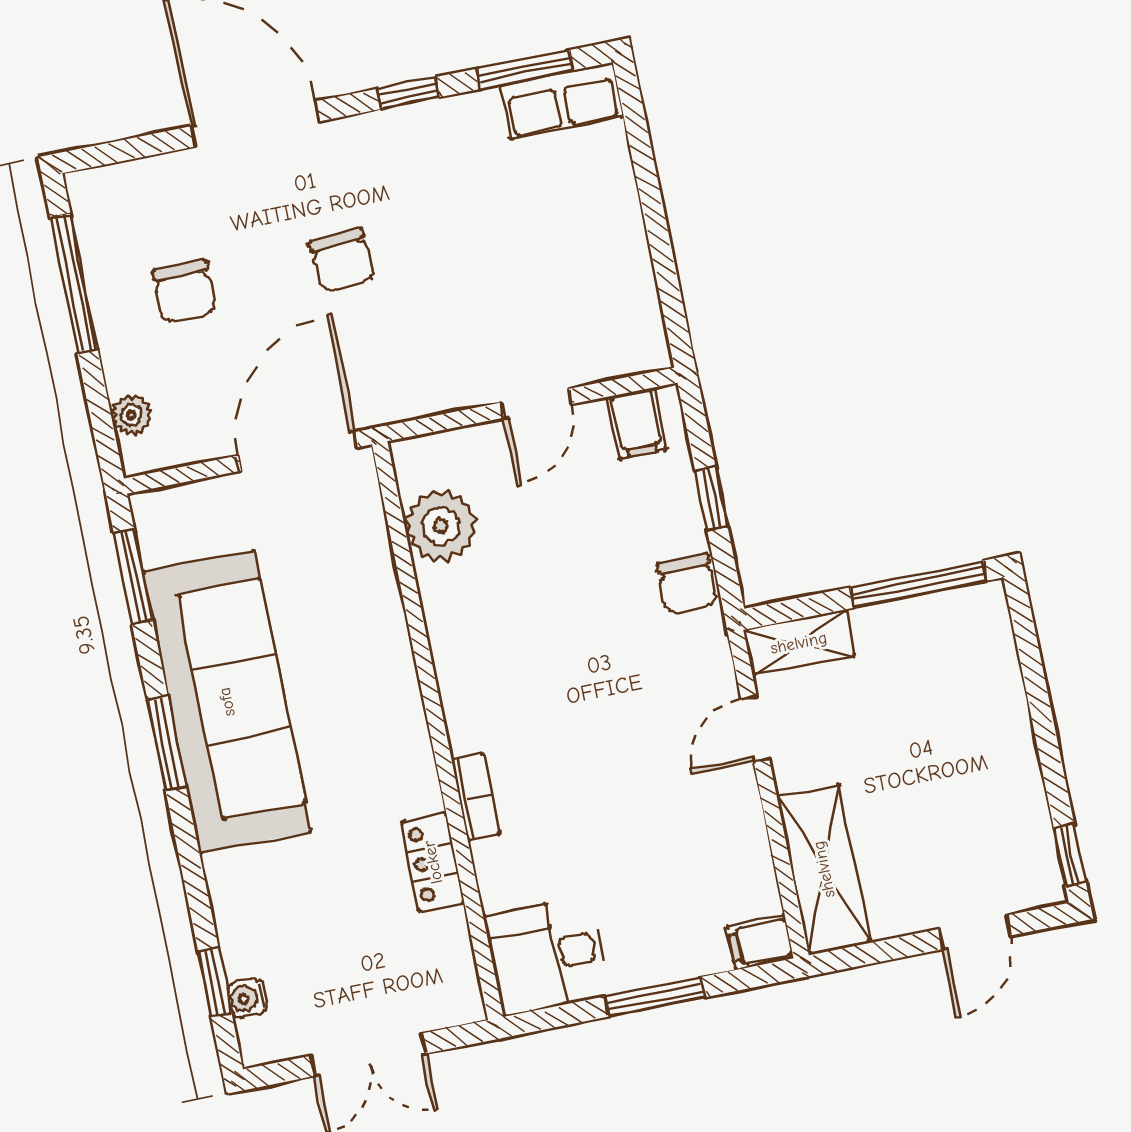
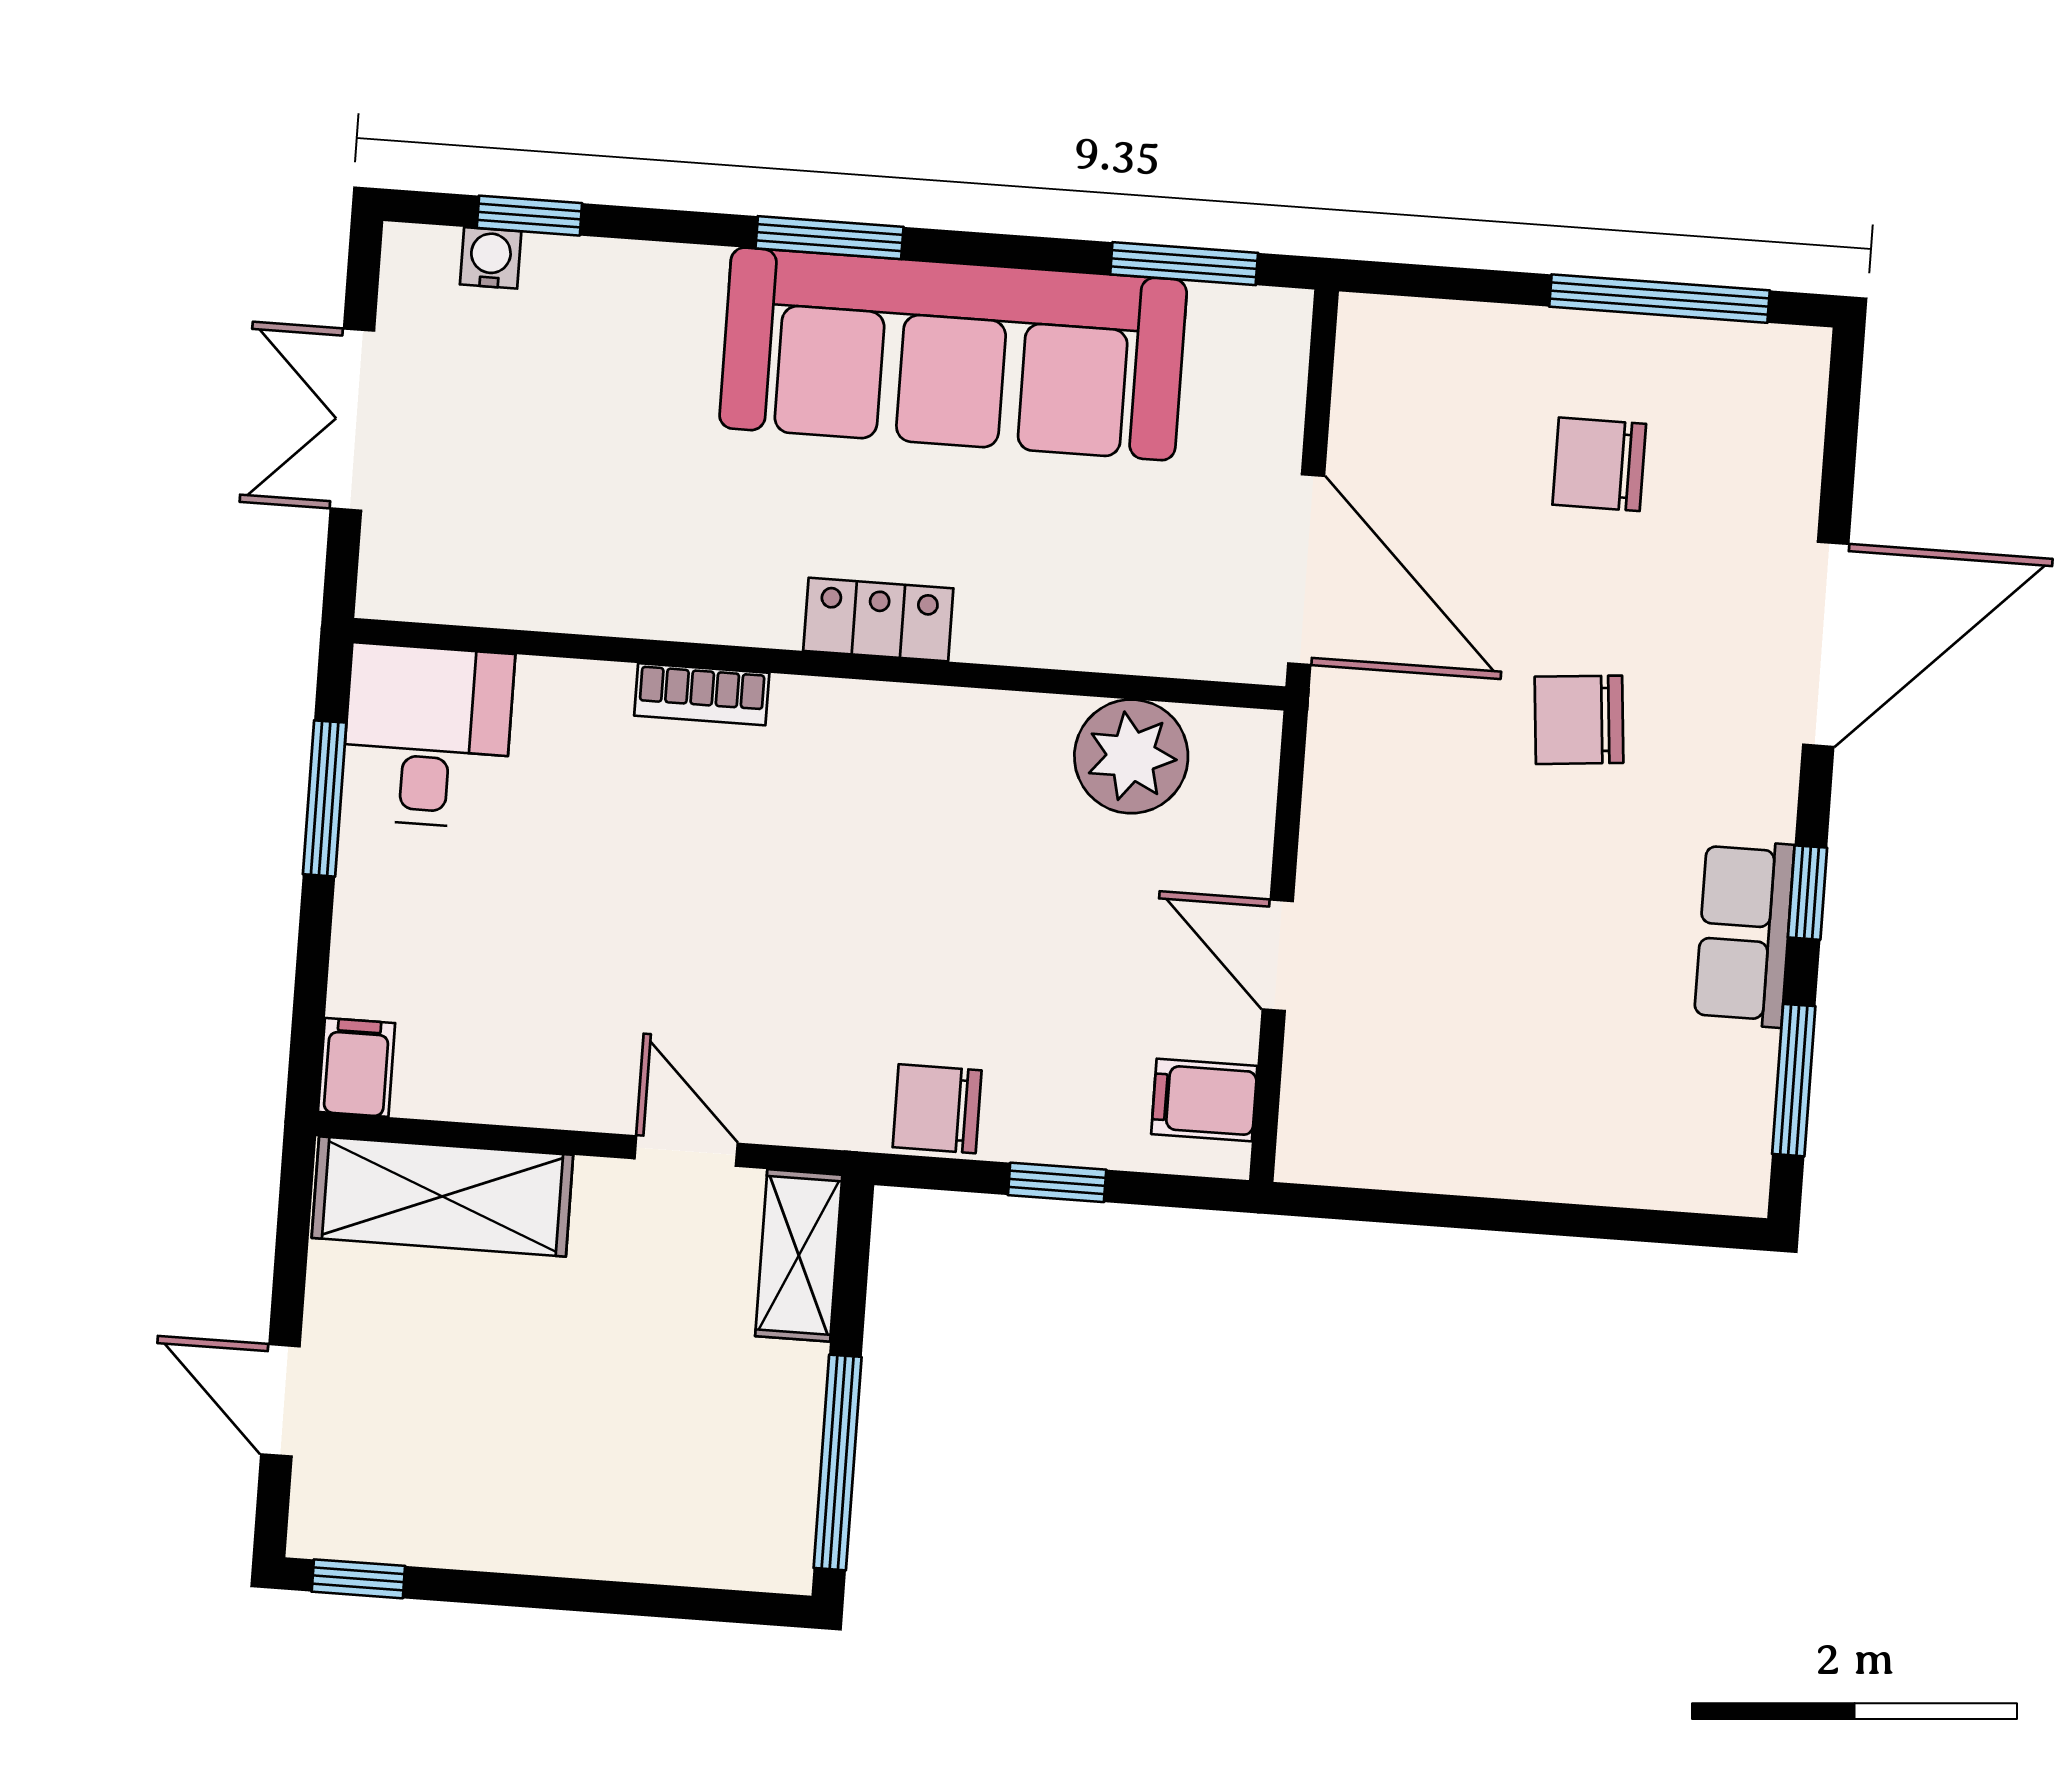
row of seats: (562, 101) -> (1744, 933), moved
plant: (131, 415) -> (1433, 330), removed
window: (167, 743) -> (829, 238), moved
locker: (433, 862) -> (878, 620), moved
window: (655, 997) -> (325, 798), moved

